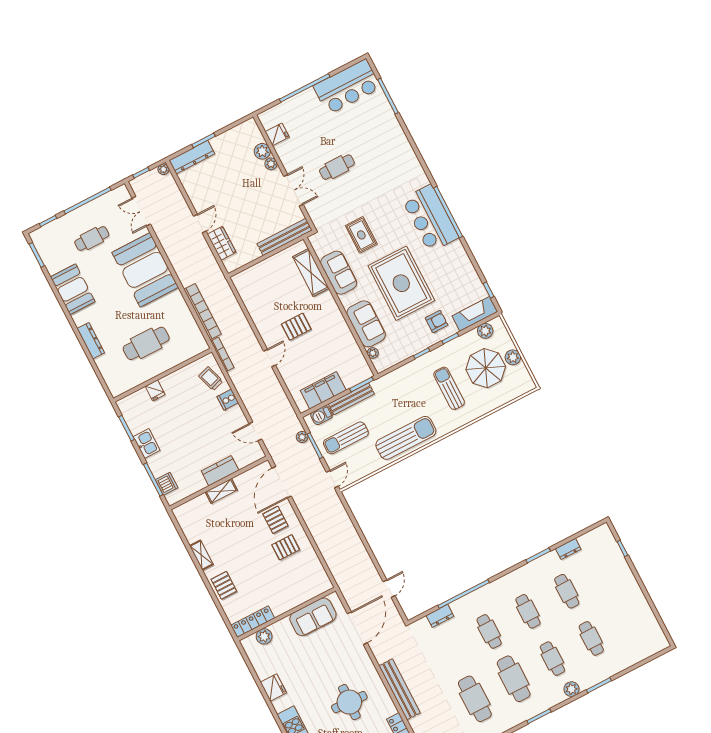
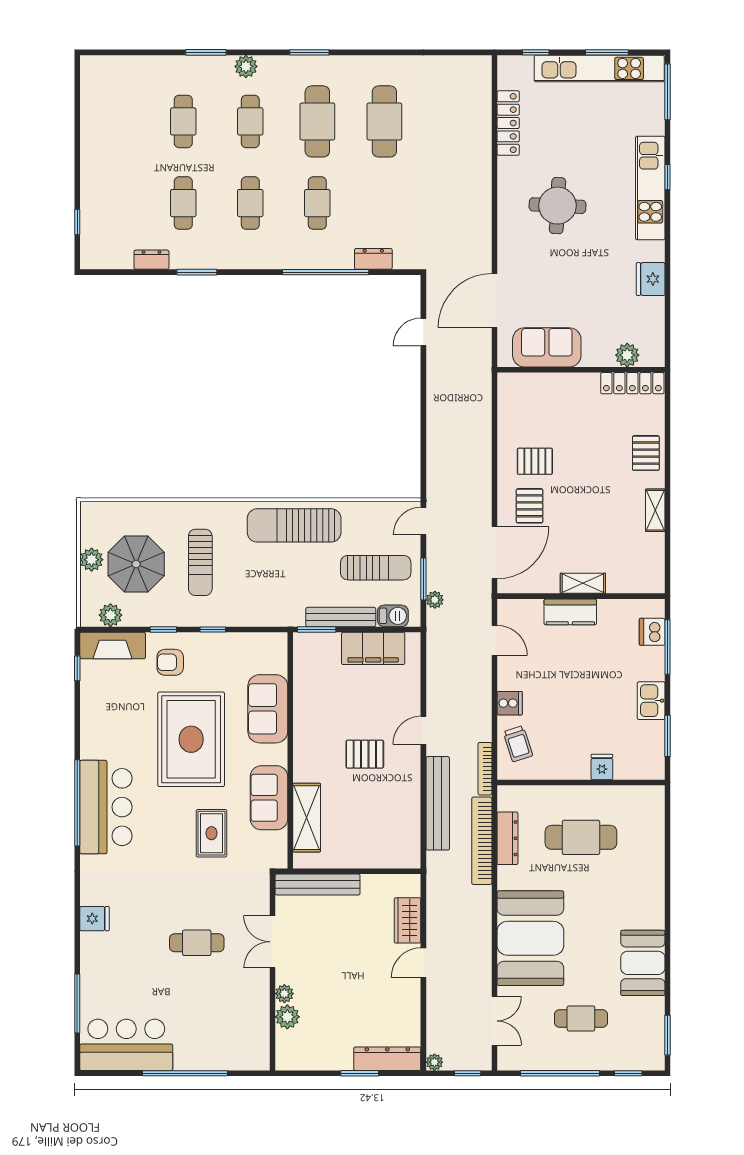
fridge: (277, 134) -> (95, 919), moved, turned 180
dresser: (91, 341) -> (507, 838), moved, turned 180
plant: (373, 353) -> (279, 664), removed
bench: (400, 689) -> (438, 803), moved

